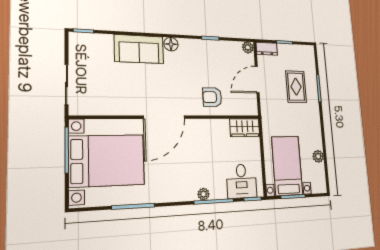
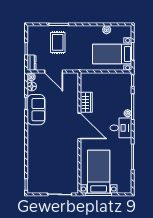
floor lamp: (171, 44) -> (32, 86), moved
sofa: (139, 49) -> (36, 110), moved
rug: (296, 87) -> (58, 42), turned 90
armchair: (212, 97) -> (66, 104), removed
door: (164, 117) -> (79, 126), moved
wardrobe: (245, 128) -> (86, 102), moved
bed with nightstands: (107, 161) -> (99, 172), width x0.73
desk: (241, 181) -> (121, 128), moved

